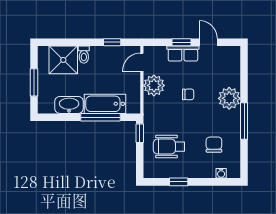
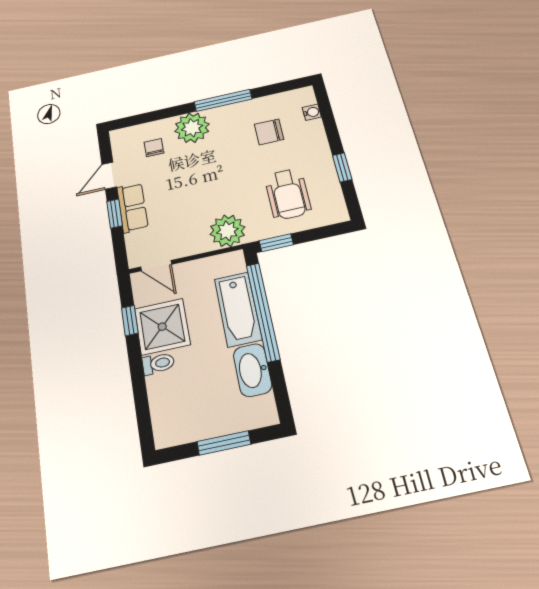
shower: (63, 60) -> (162, 327), moved
plant: (154, 85) -> (227, 231), moved
chair: (188, 94) -> (154, 148), moved
window: (100, 117) -> (263, 312), width x1.46

